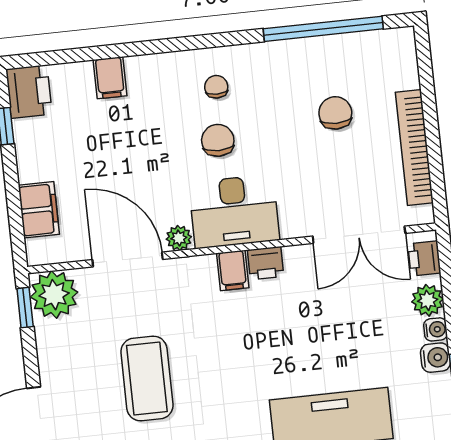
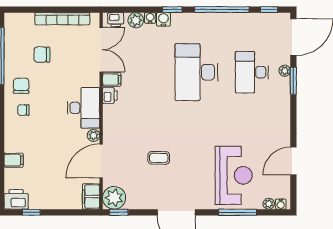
chair: (218, 140) -> (21, 86), moved, turned 90
filing cabinet: (39, 210) -> (91, 197), moved, turned -90
filing cabinet: (233, 270) -> (112, 79), moved
coffee table: (147, 378) -> (159, 158), width x0.54, depth x0.58

